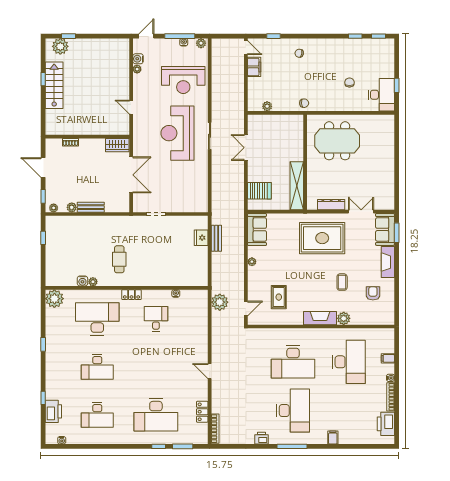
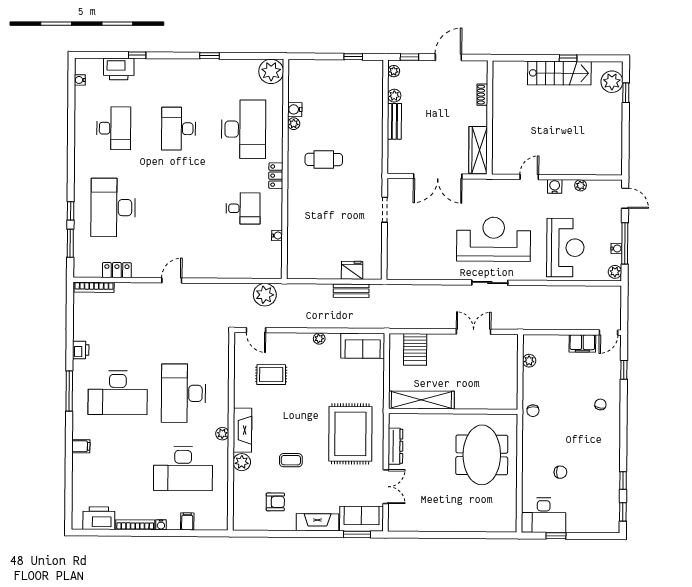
water cooler: (138, 59) -> (555, 186), moved
reception desk: (183, 80) -> (565, 248), turned 180
wardrobe: (117, 145) -> (478, 150), width x1.50
plant: (323, 333) -> (222, 434), added
desk: (97, 415) -> (114, 128), turned 180

